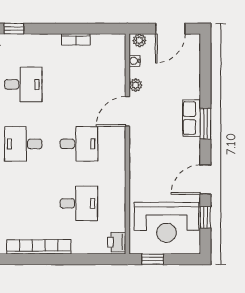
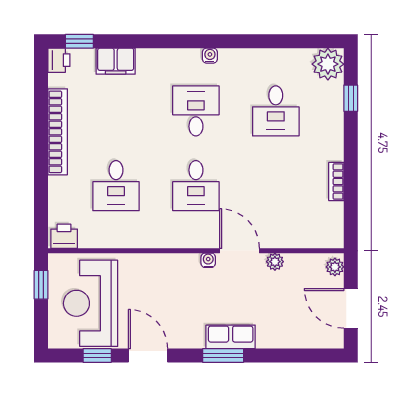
water cooler: (134, 61) -> (208, 260), moved

